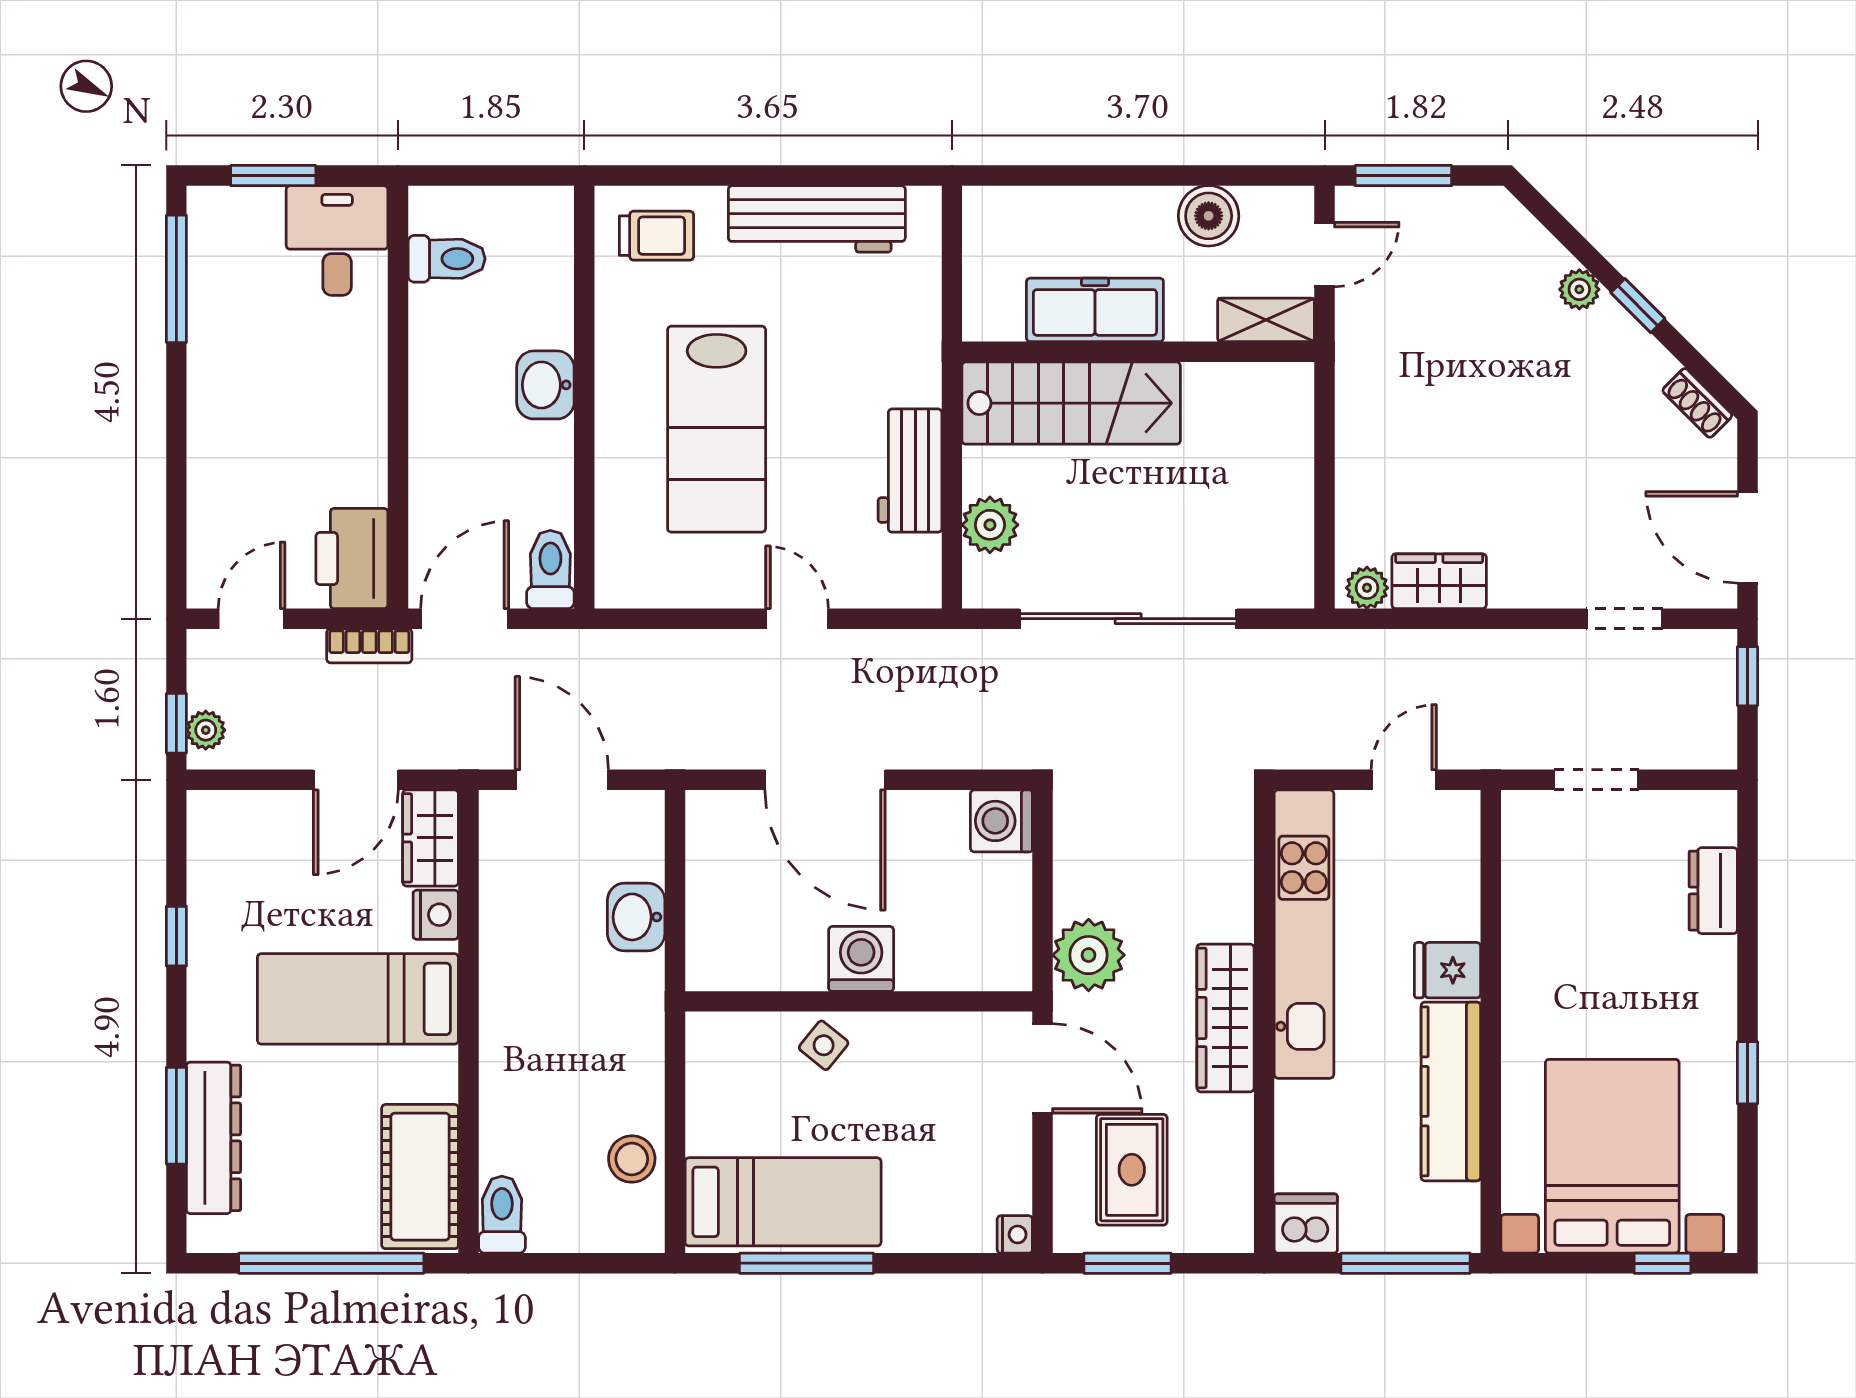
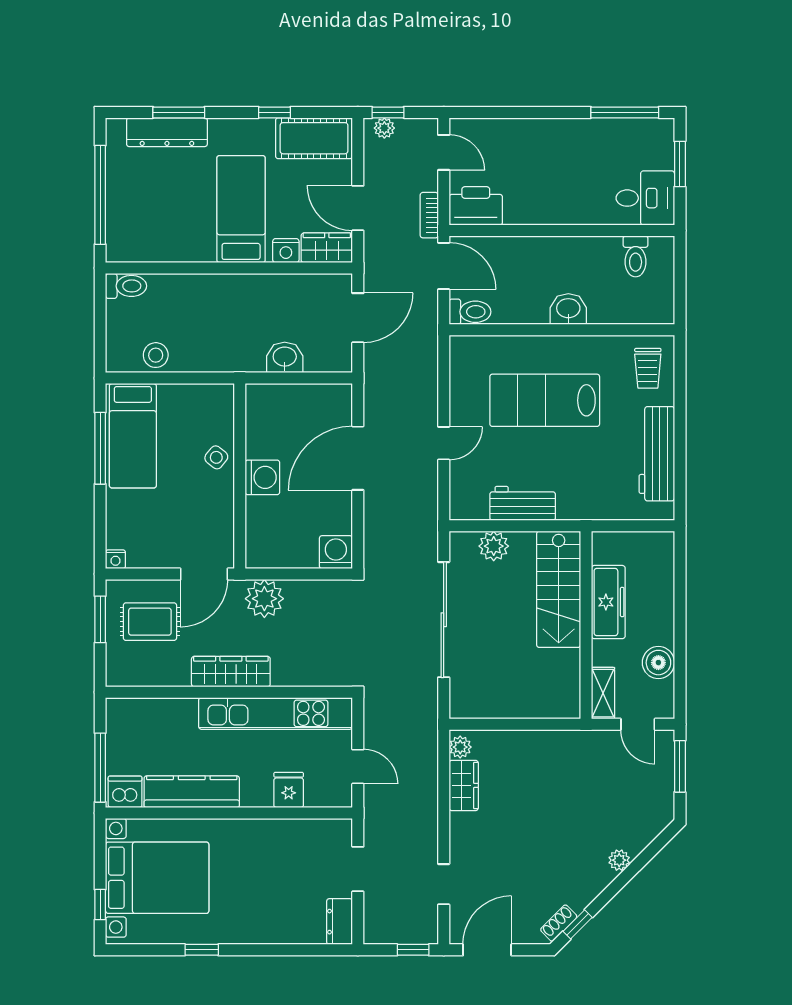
window: (1638, 306) -> (578, 924), moved
dresser: (1713, 891) -> (340, 922), moved, turned -90
fridge: (1448, 970) -> (289, 790), moved
cot: (420, 1177) -> (314, 138), moved
dishwasher: (1306, 1224) -> (125, 792), moved, turned -90

